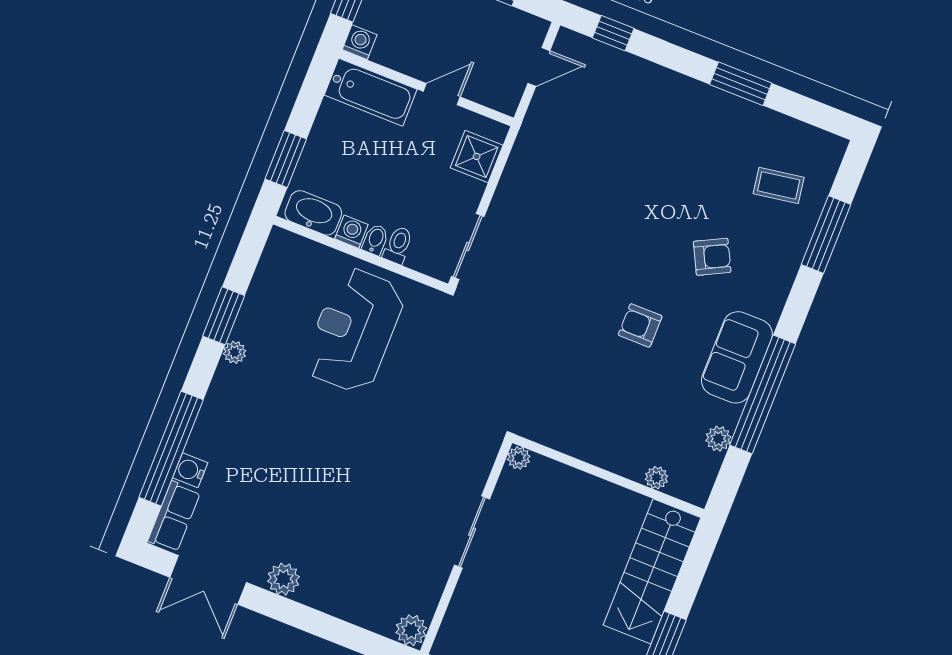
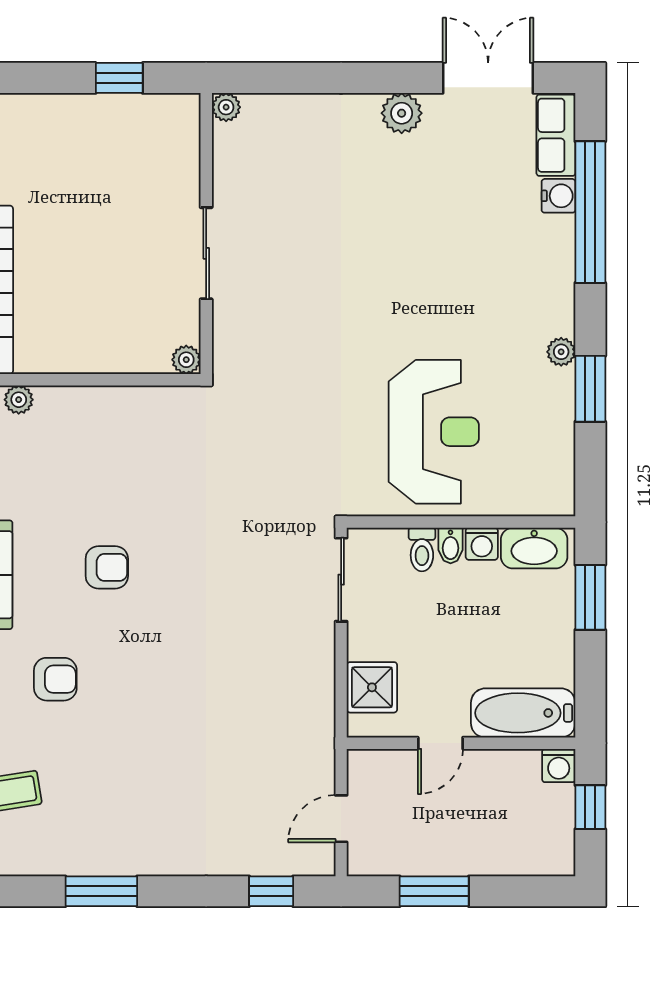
armchair: (712, 257) -> (55, 679), turned -153
plant: (411, 630) -> (226, 107), width x0.73, depth x0.73

